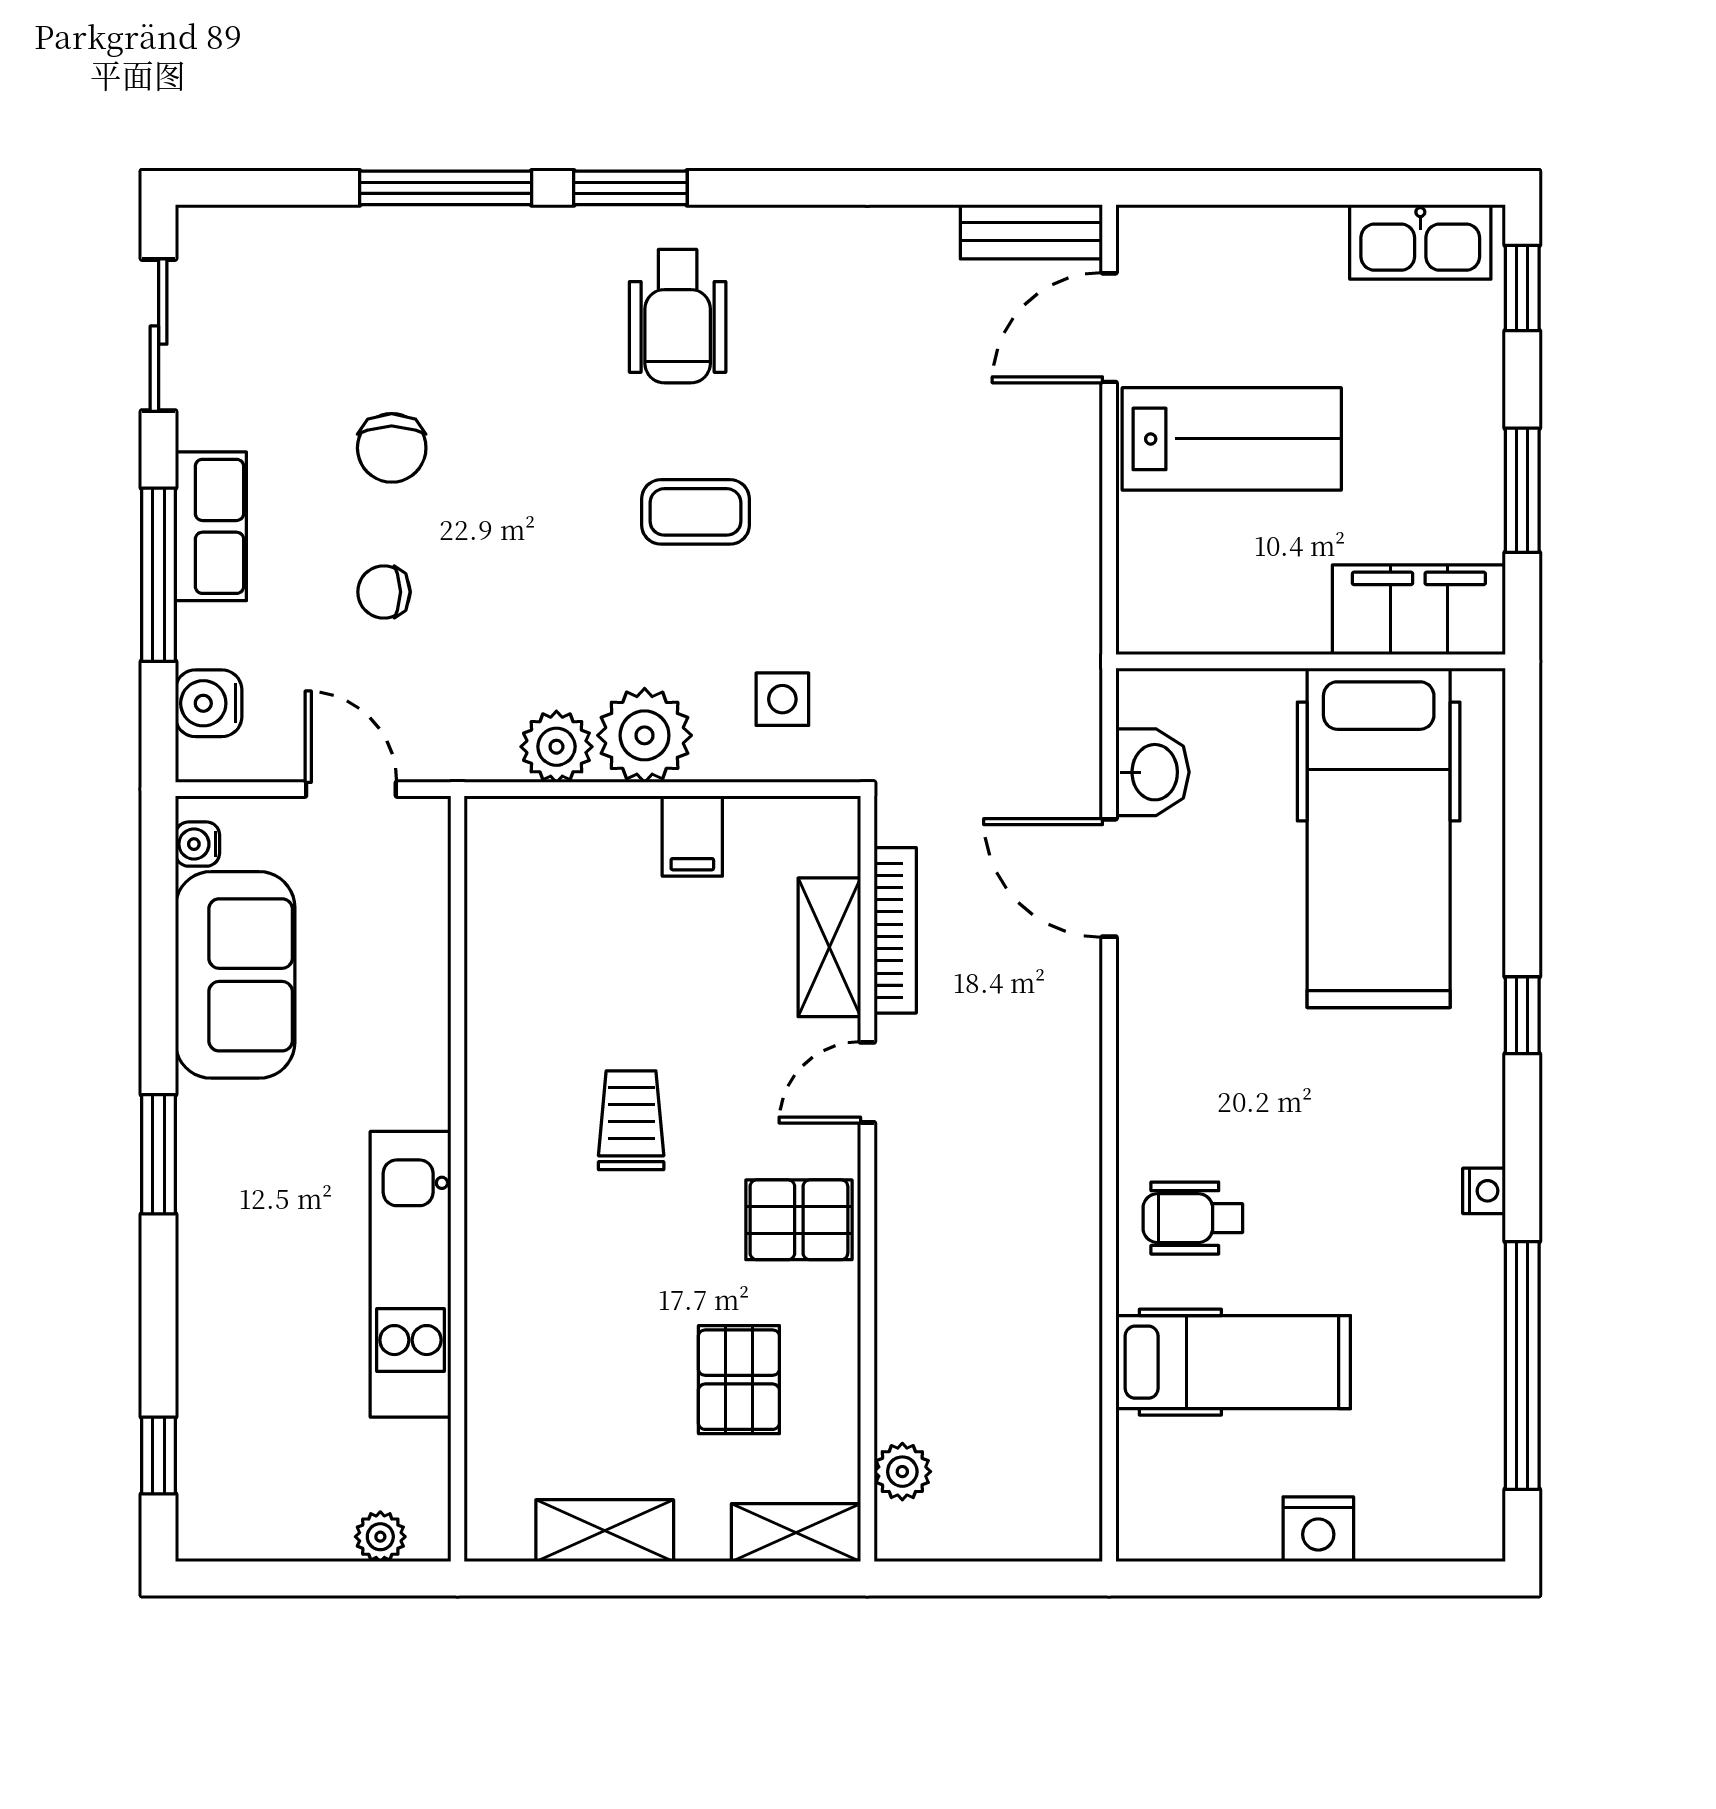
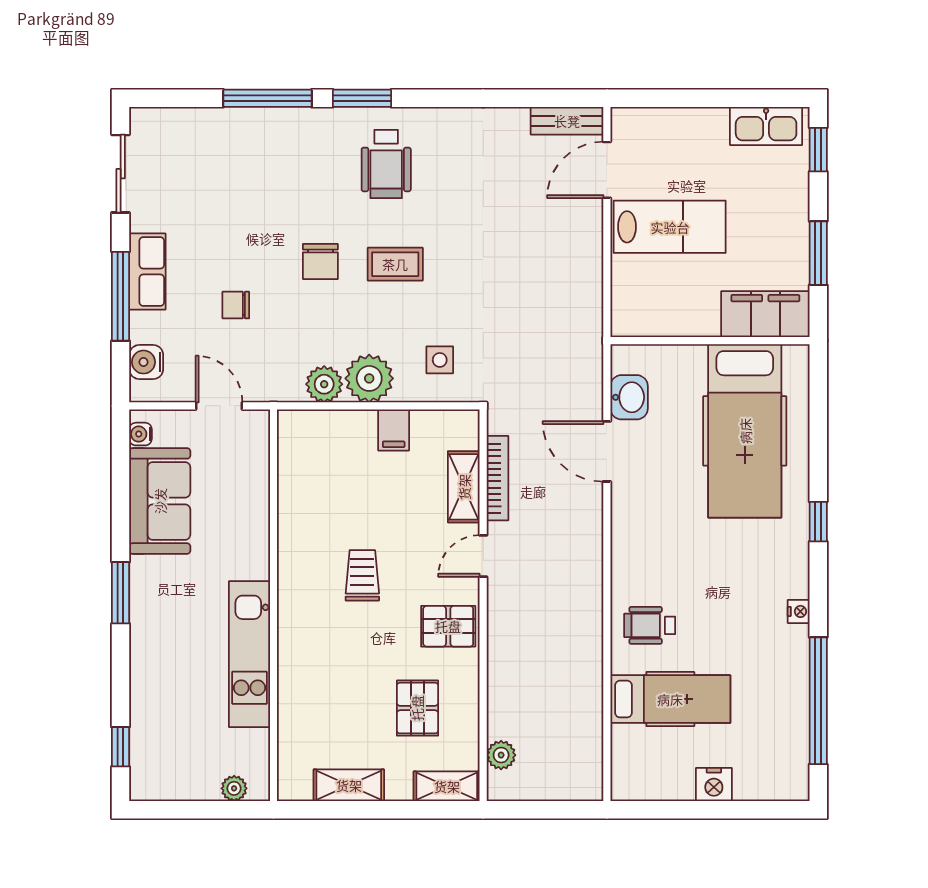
chair: (392, 448) -> (320, 261), moved

